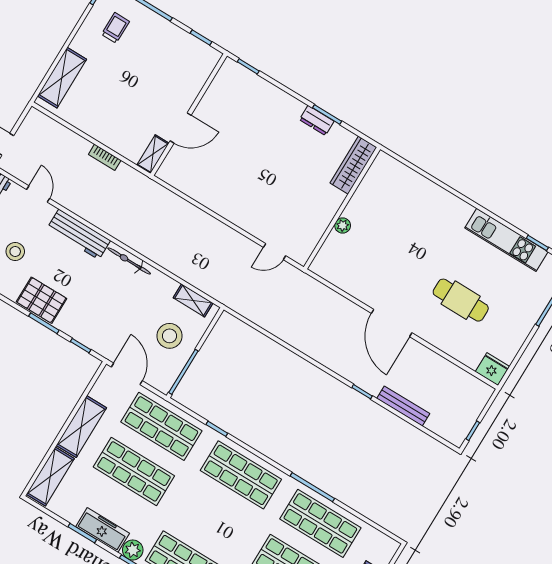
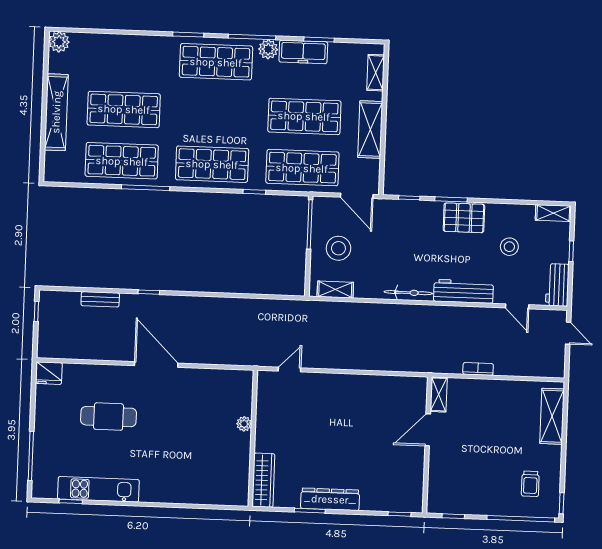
dresser: (317, 120) -> (330, 499), width x1.96, depth x1.24
bench: (403, 406) -> (100, 299), width x0.73
shelving: (50, 476) -> (376, 73), width x0.67, depth x0.75

